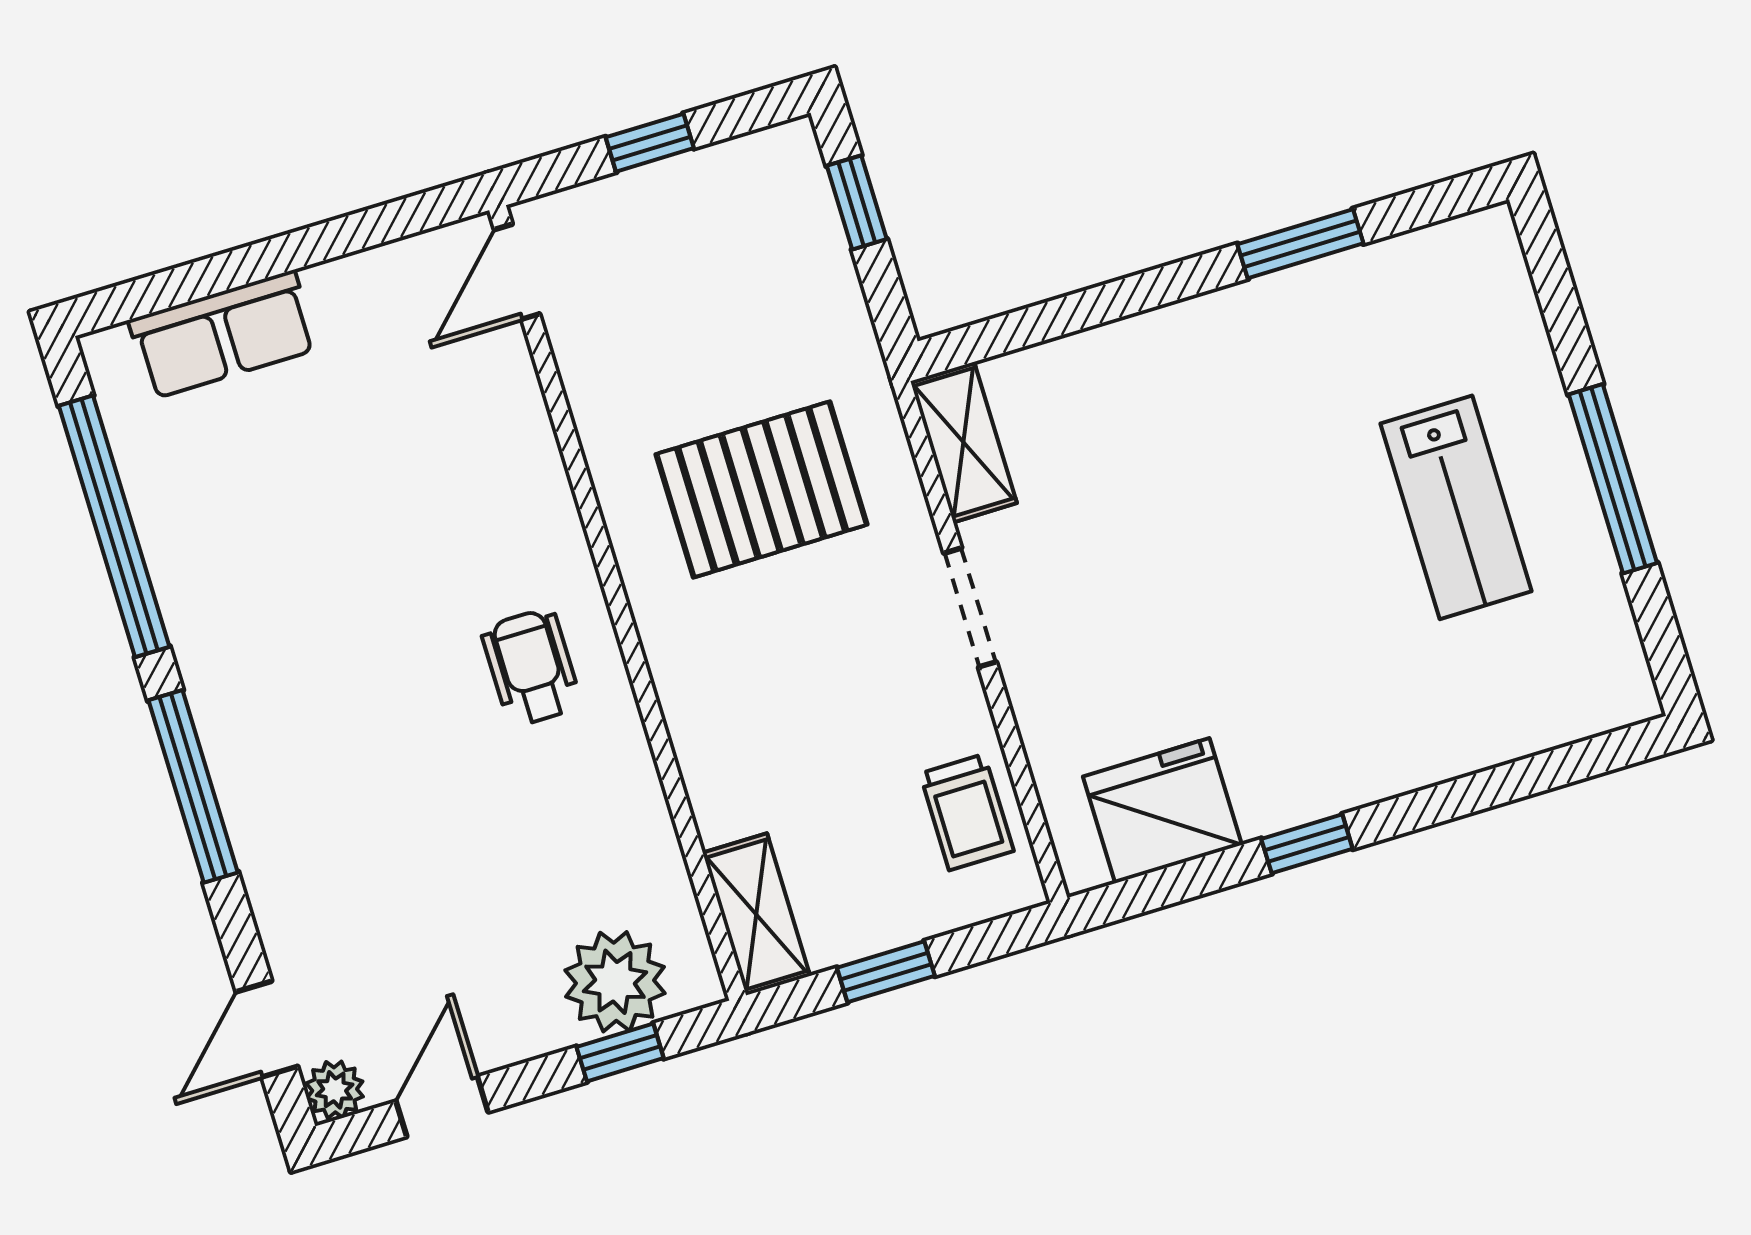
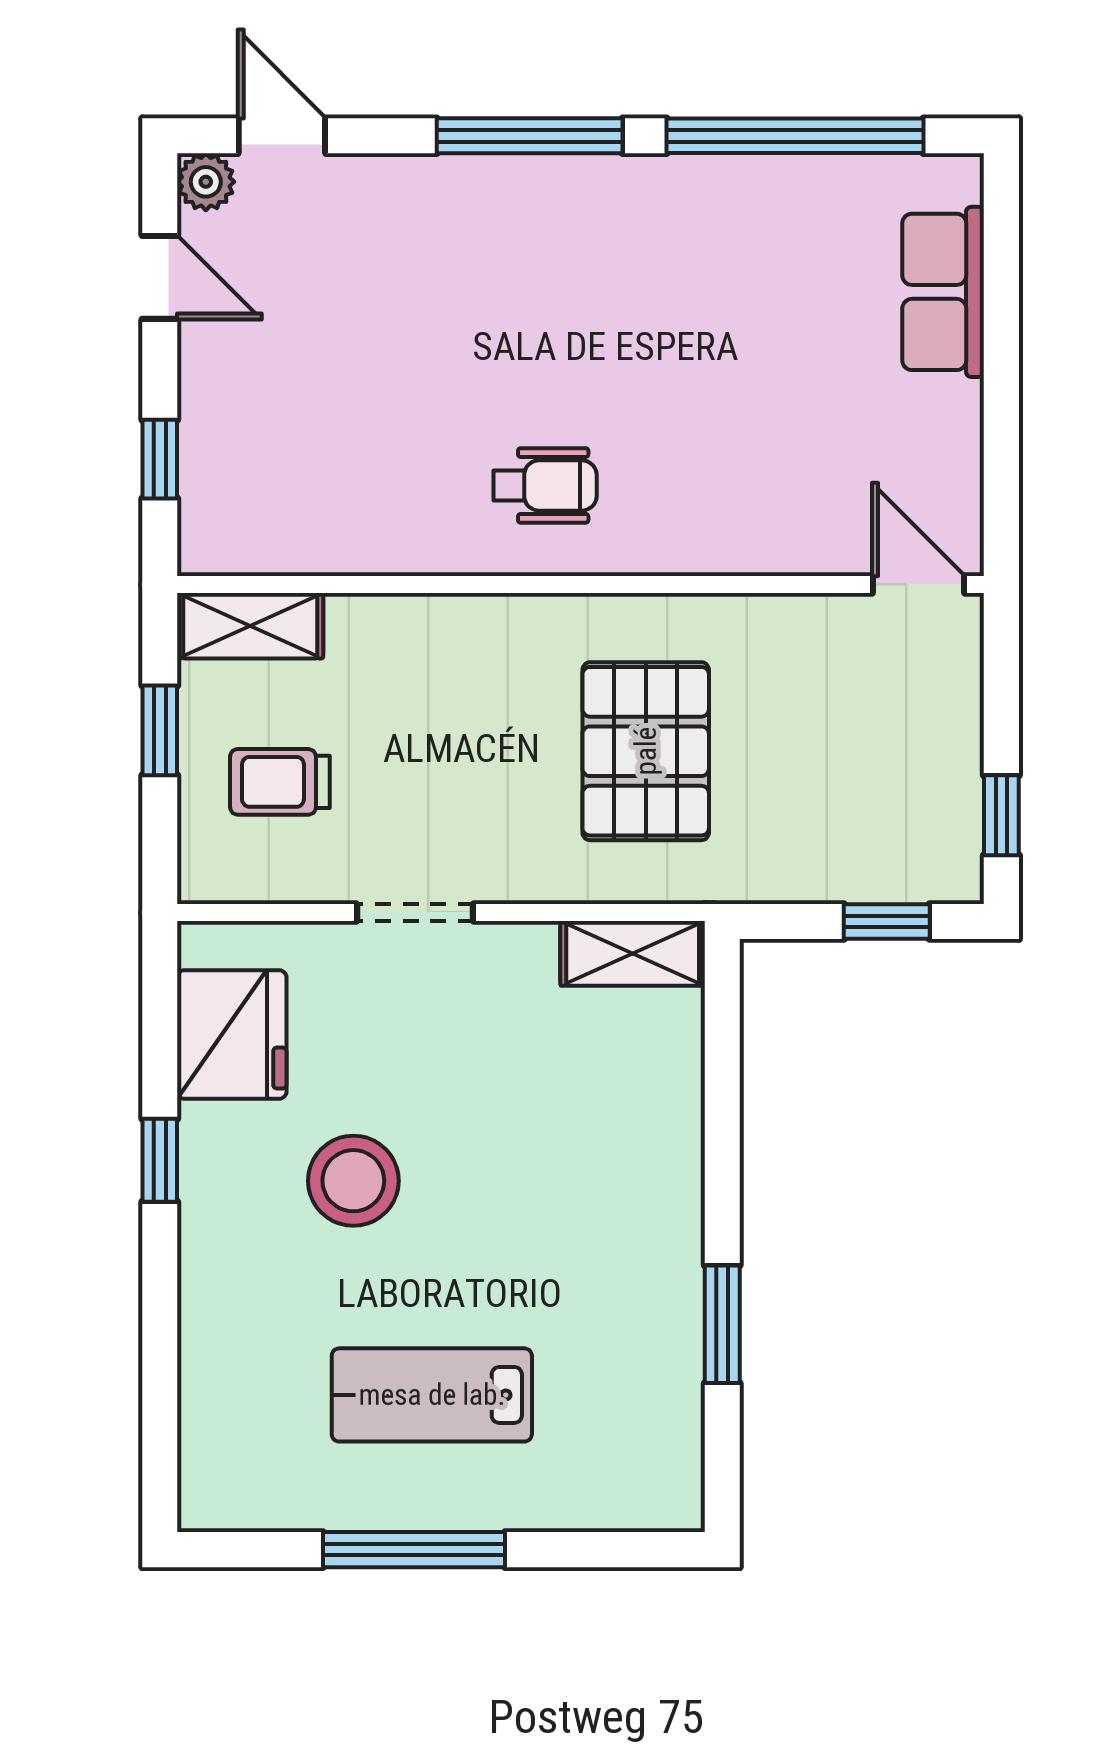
window: (650, 143) -> (1001, 815), moved
doorway: (970, 608) -> (415, 912), moved
stool: (1269, 648) -> (353, 1181), added
trolley: (967, 812) -> (280, 782), moved
plant: (615, 982) -> (227, 474), removed

